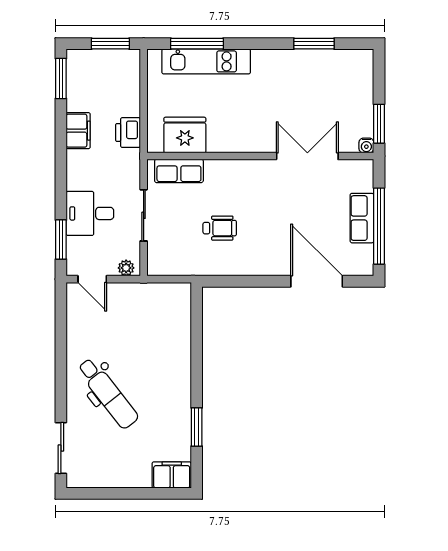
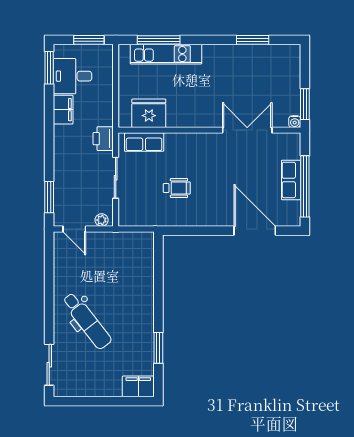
printer: (128, 133) -> (103, 139), moved
desk: (90, 213) -> (73, 76), moved

